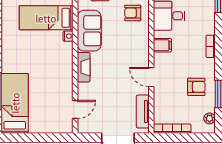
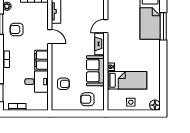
filing cabinet: (162, 45) -> (42, 60), width x2.00
door: (75, 109) -> (106, 26), moved

